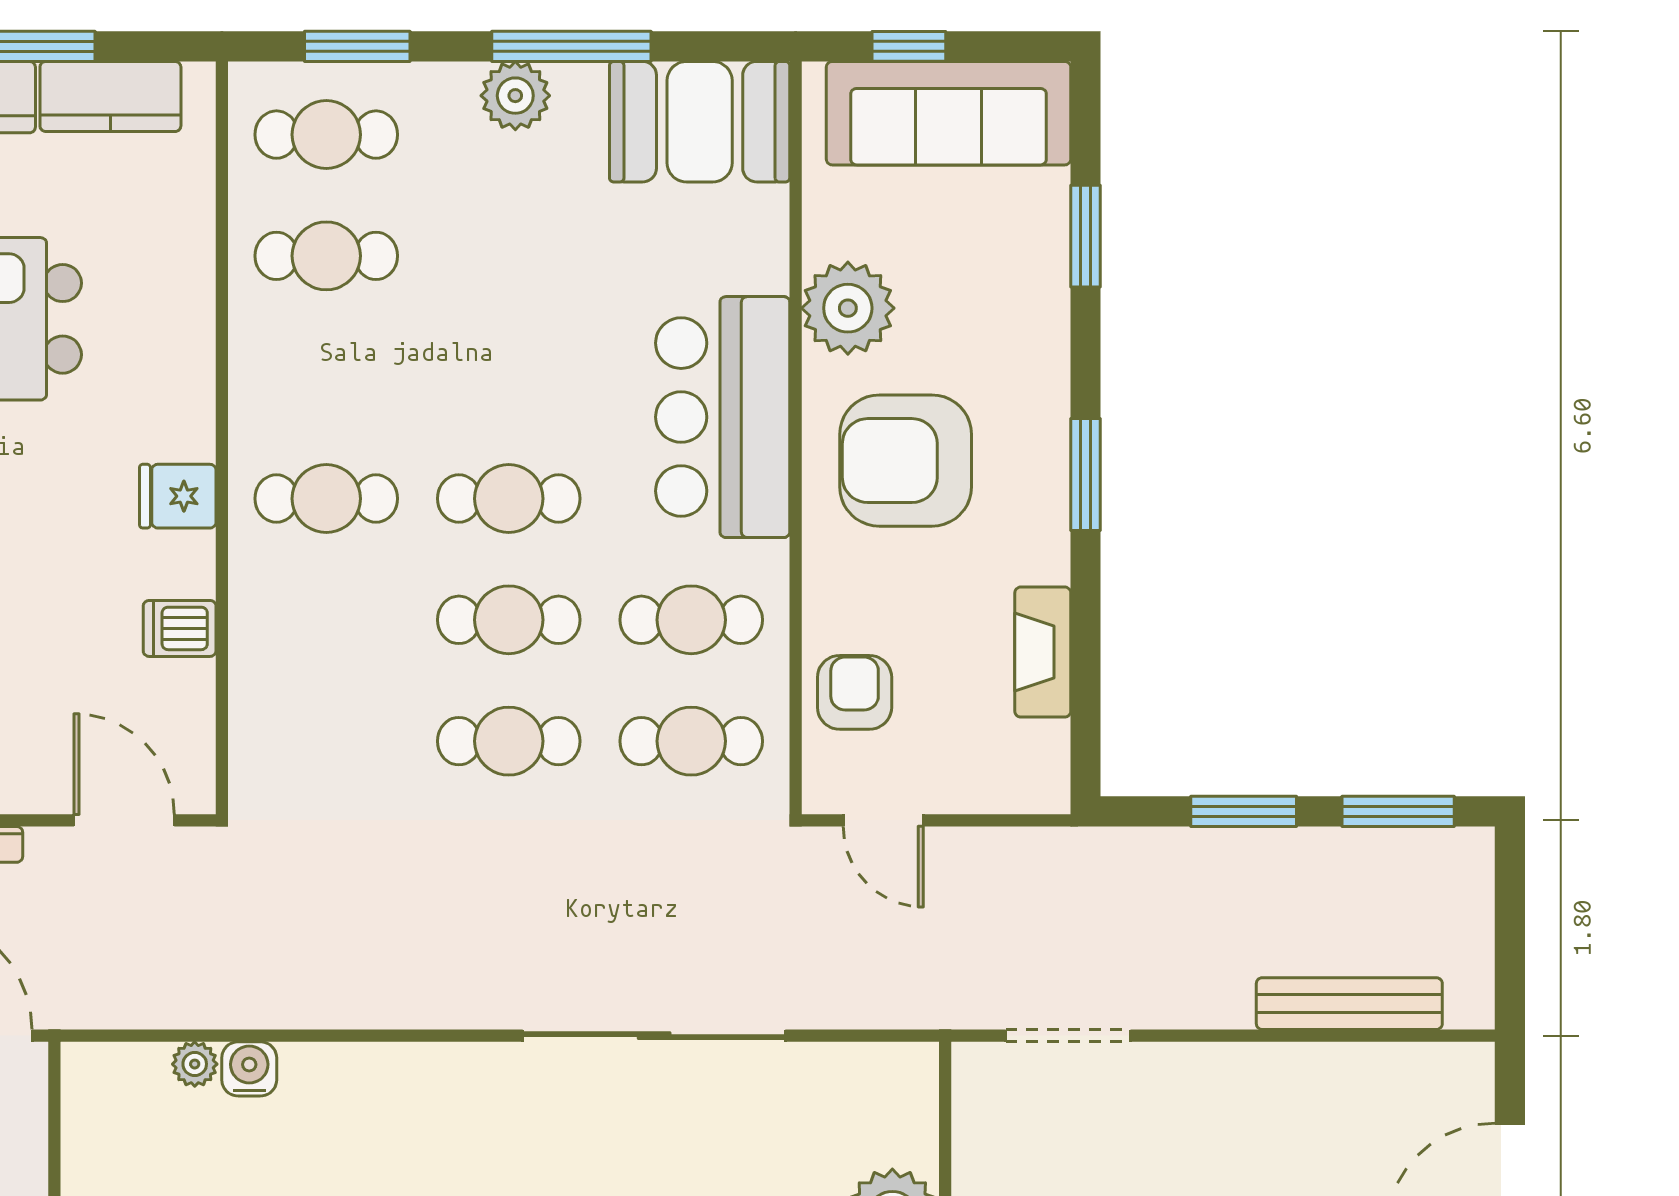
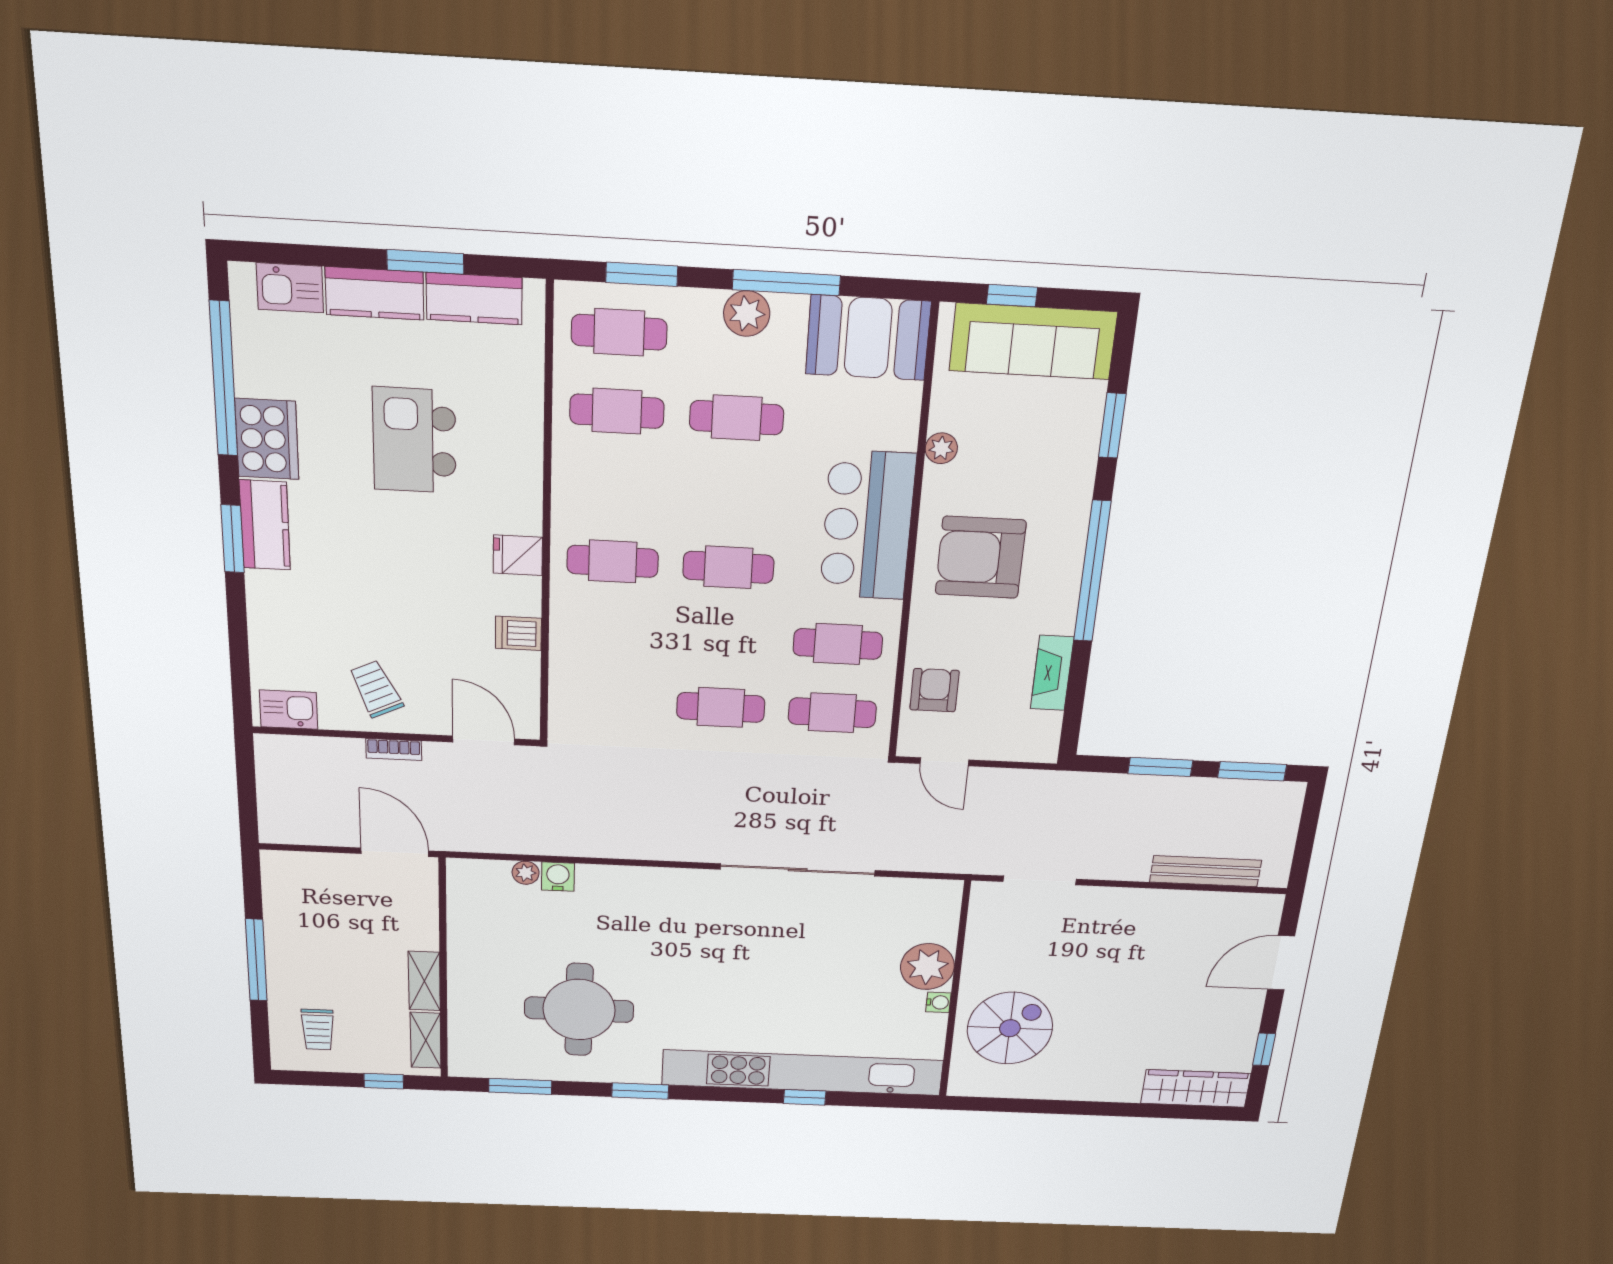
plant: (848, 308) -> (941, 448), width x0.53, depth x0.53
window: (1086, 475) -> (1092, 571), width x2.11
cafe table: (509, 620) -> (737, 418), moved

